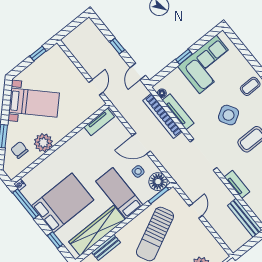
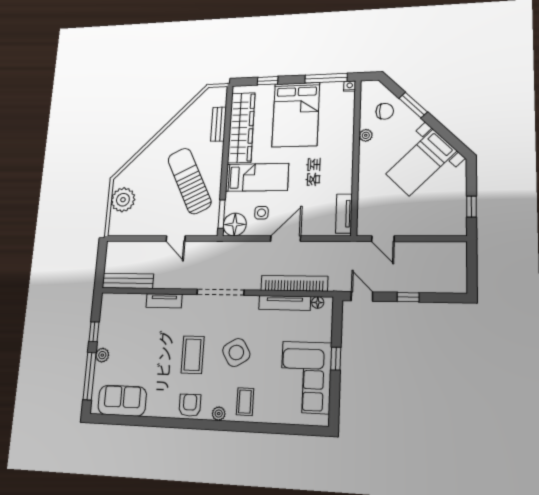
plant: (43, 143) -> (366, 135), width x0.53, depth x0.53

